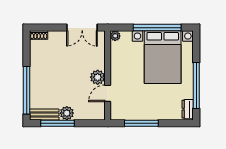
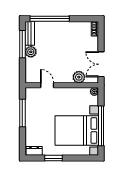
plant: (98, 77) -> (79, 77), moved
window: (196, 85) -> (54, 158), width x0.47

